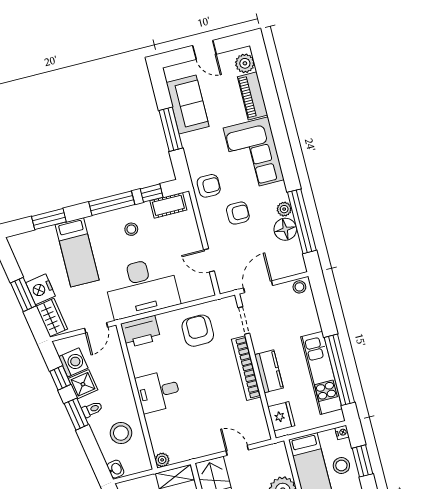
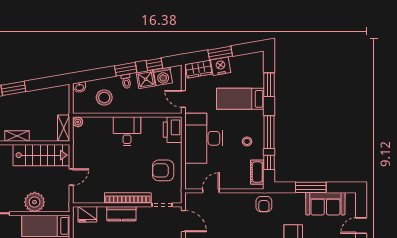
armchair: (238, 213) -> (239, 220), removed
armchair: (198, 331) -> (163, 170), turned 180

